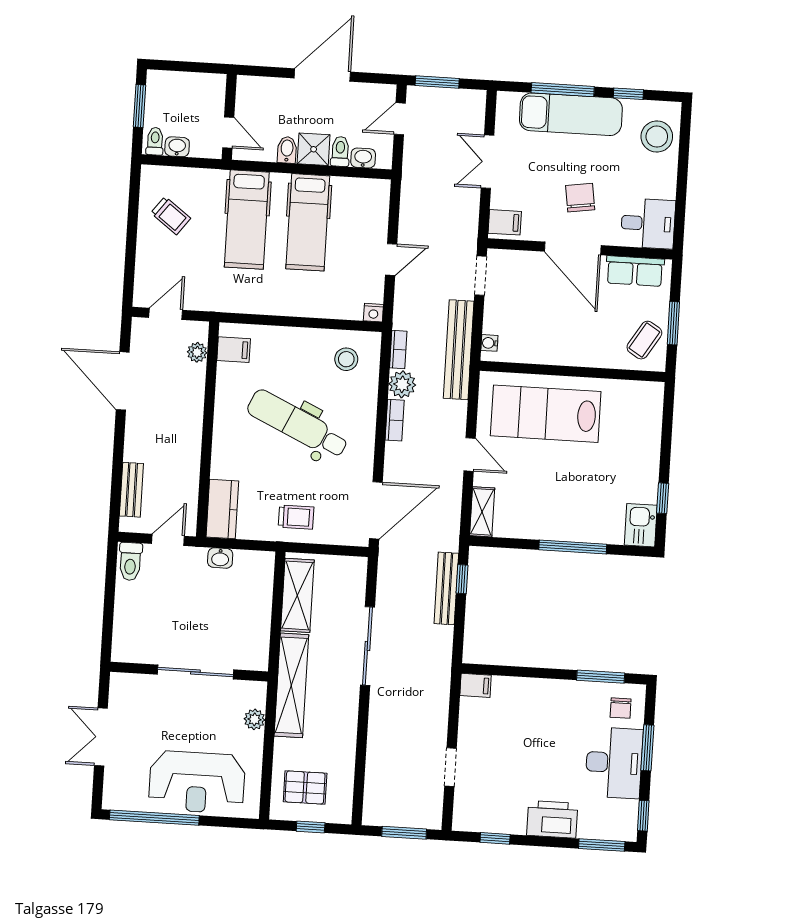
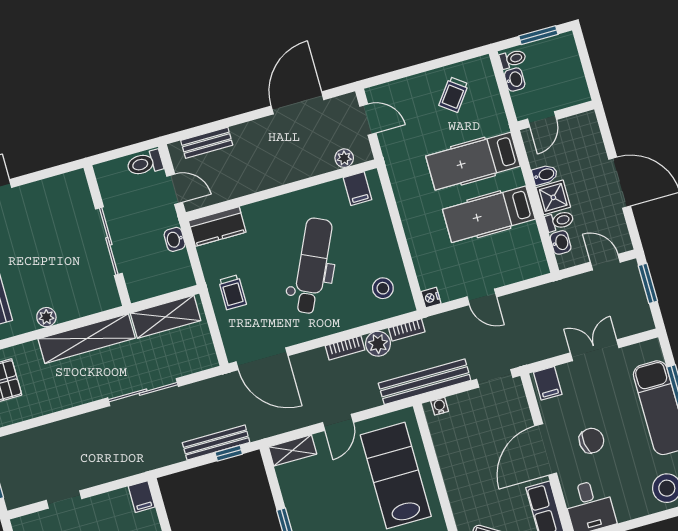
wall: (189, 672) -> (107, 236), moved
sliding door: (195, 672) -> (109, 241), moved

